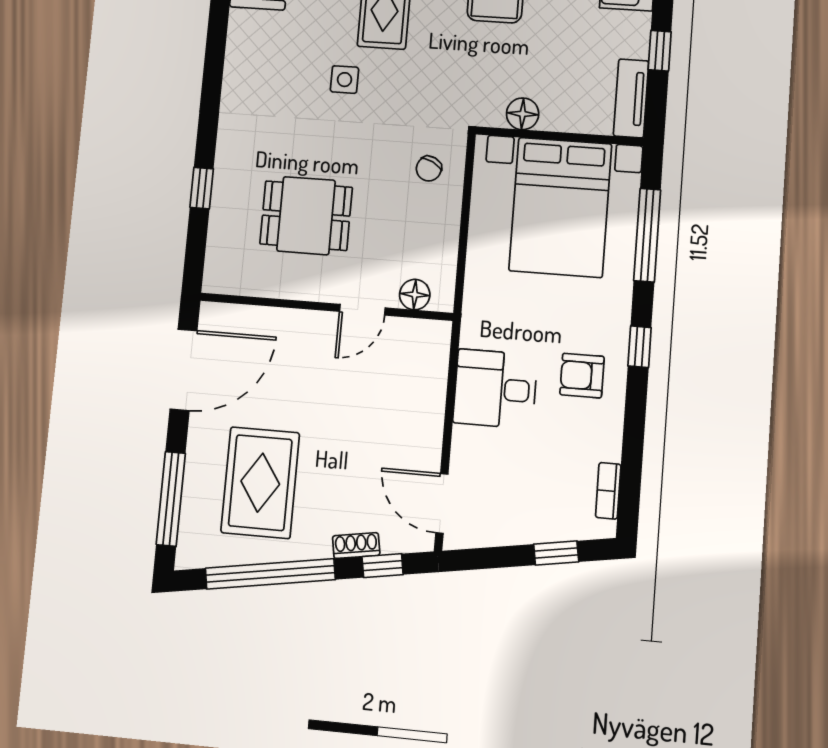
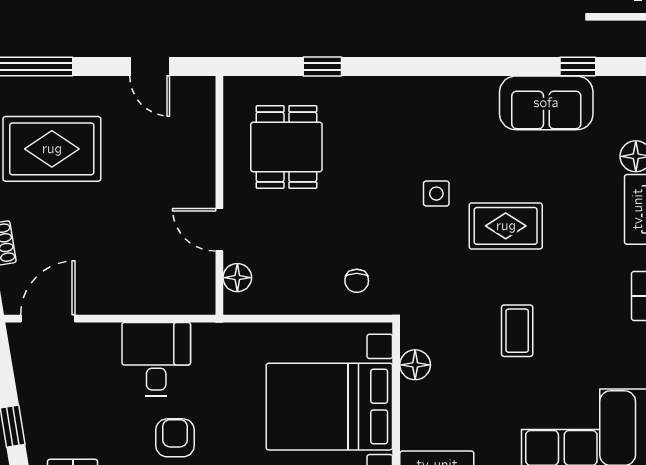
chair: (429, 169) -> (357, 281), turned -117
dining table: (306, 216) -> (286, 147), moved
door: (184, 370) -> (150, 67), width x0.53

